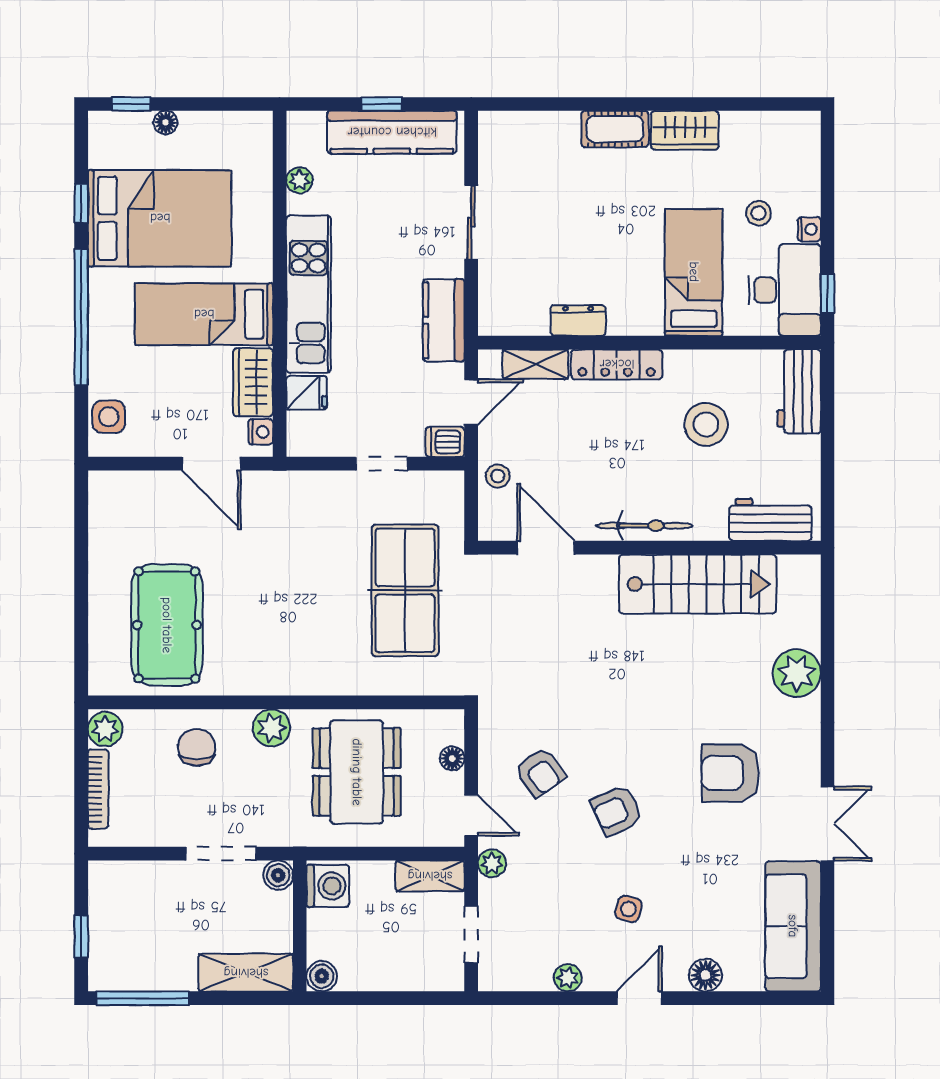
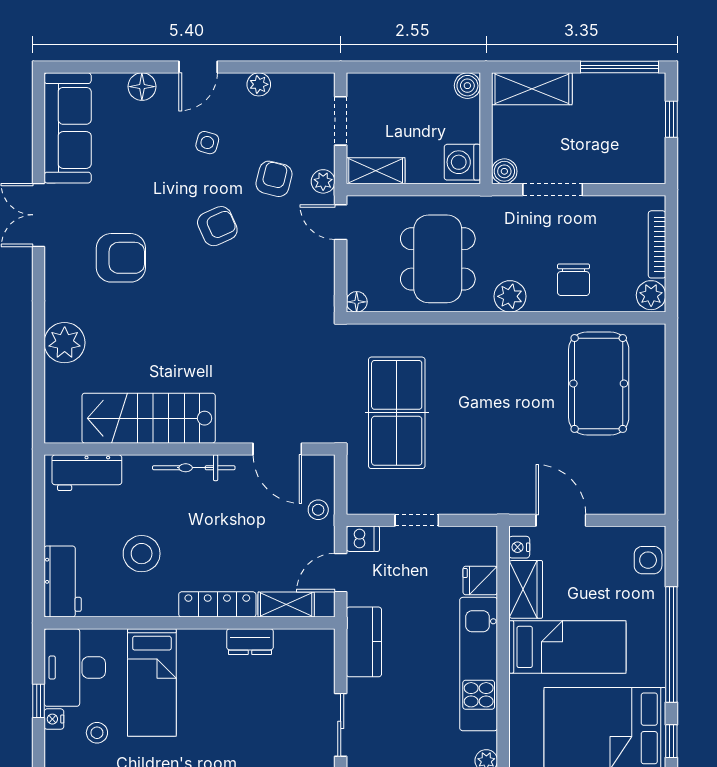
window: (828, 293) -> (38, 701), moved
floor lamp: (452, 758) -> (357, 302), moved
armchair: (540, 773) -> (274, 179), moved, turned 50

